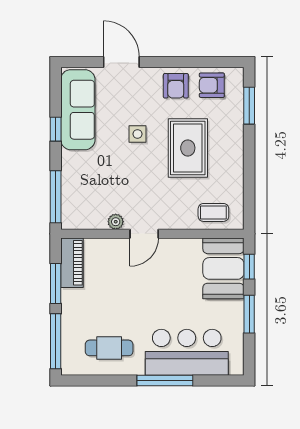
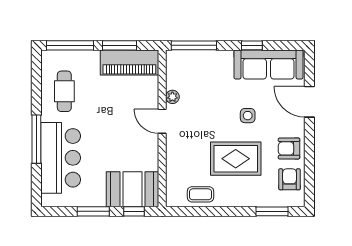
door: (121, 62) -> (309, 102), swing flipped
coffee table: (213, 212) -> (201, 194), moved, turned 90
piano: (72, 263) -> (129, 63), width x1.37, depth x1.33

